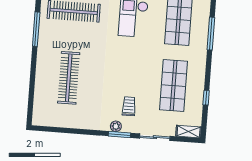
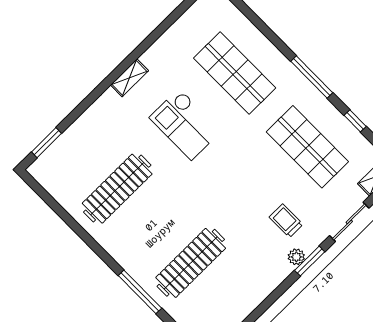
window: (36, 29) -> (140, 292), moved
window: (211, 34) -> (312, 77), moved
clothes rail: (69, 78) -> (191, 263), turned 90

